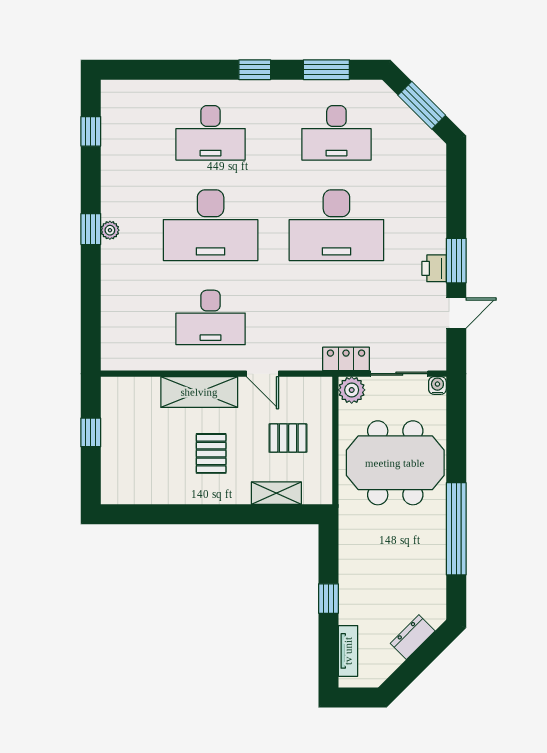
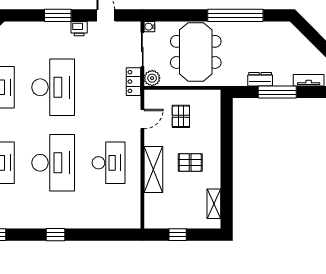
plant: (110, 230) -> (56, 223), removed
window: (456, 261) -> (58, 15), moved
door: (263, 374) -> (142, 119), moved
shelving: (276, 493) -> (214, 204), moved
window: (328, 599) -> (277, 92), width x2.17
dresser: (413, 637) -> (260, 79), moved, turned 135

